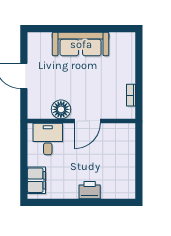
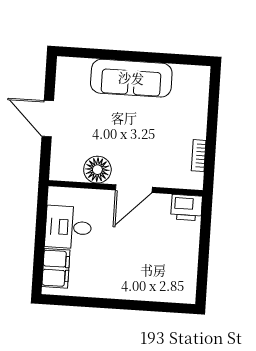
desk: (48, 139) -> (68, 227), moved, turned -90
printer: (90, 190) -> (187, 208), moved, turned 180

